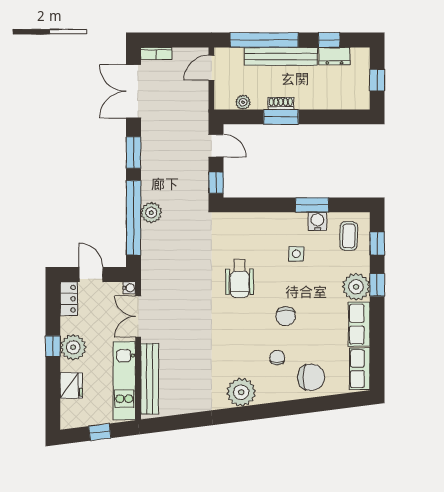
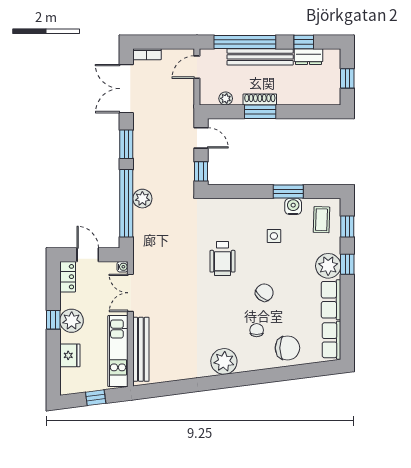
shoe rack: (281, 103) -> (260, 99), width x1.43
chair: (286, 316) -> (264, 293), turned -141

